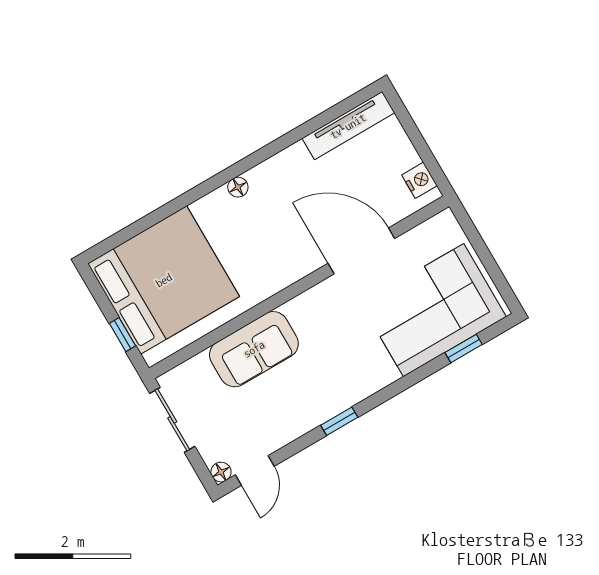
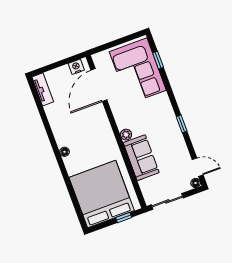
tv unit: (348, 126) -> (43, 89), width x0.71
door: (361, 251) -> (99, 85), moved
plant: (296, 309) -> (126, 135), added

